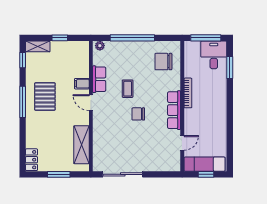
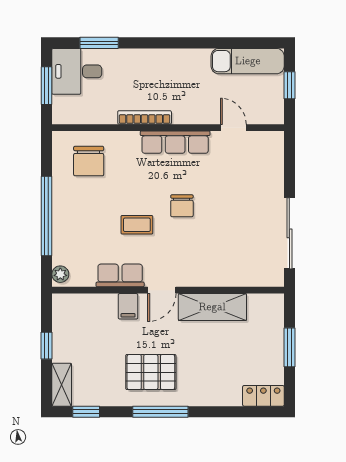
window: (206, 38) -> (46, 86), width x0.69
shelving: (81, 145) -> (212, 307), moved
exam couch: (204, 164) -> (248, 61), moved, turned -90

